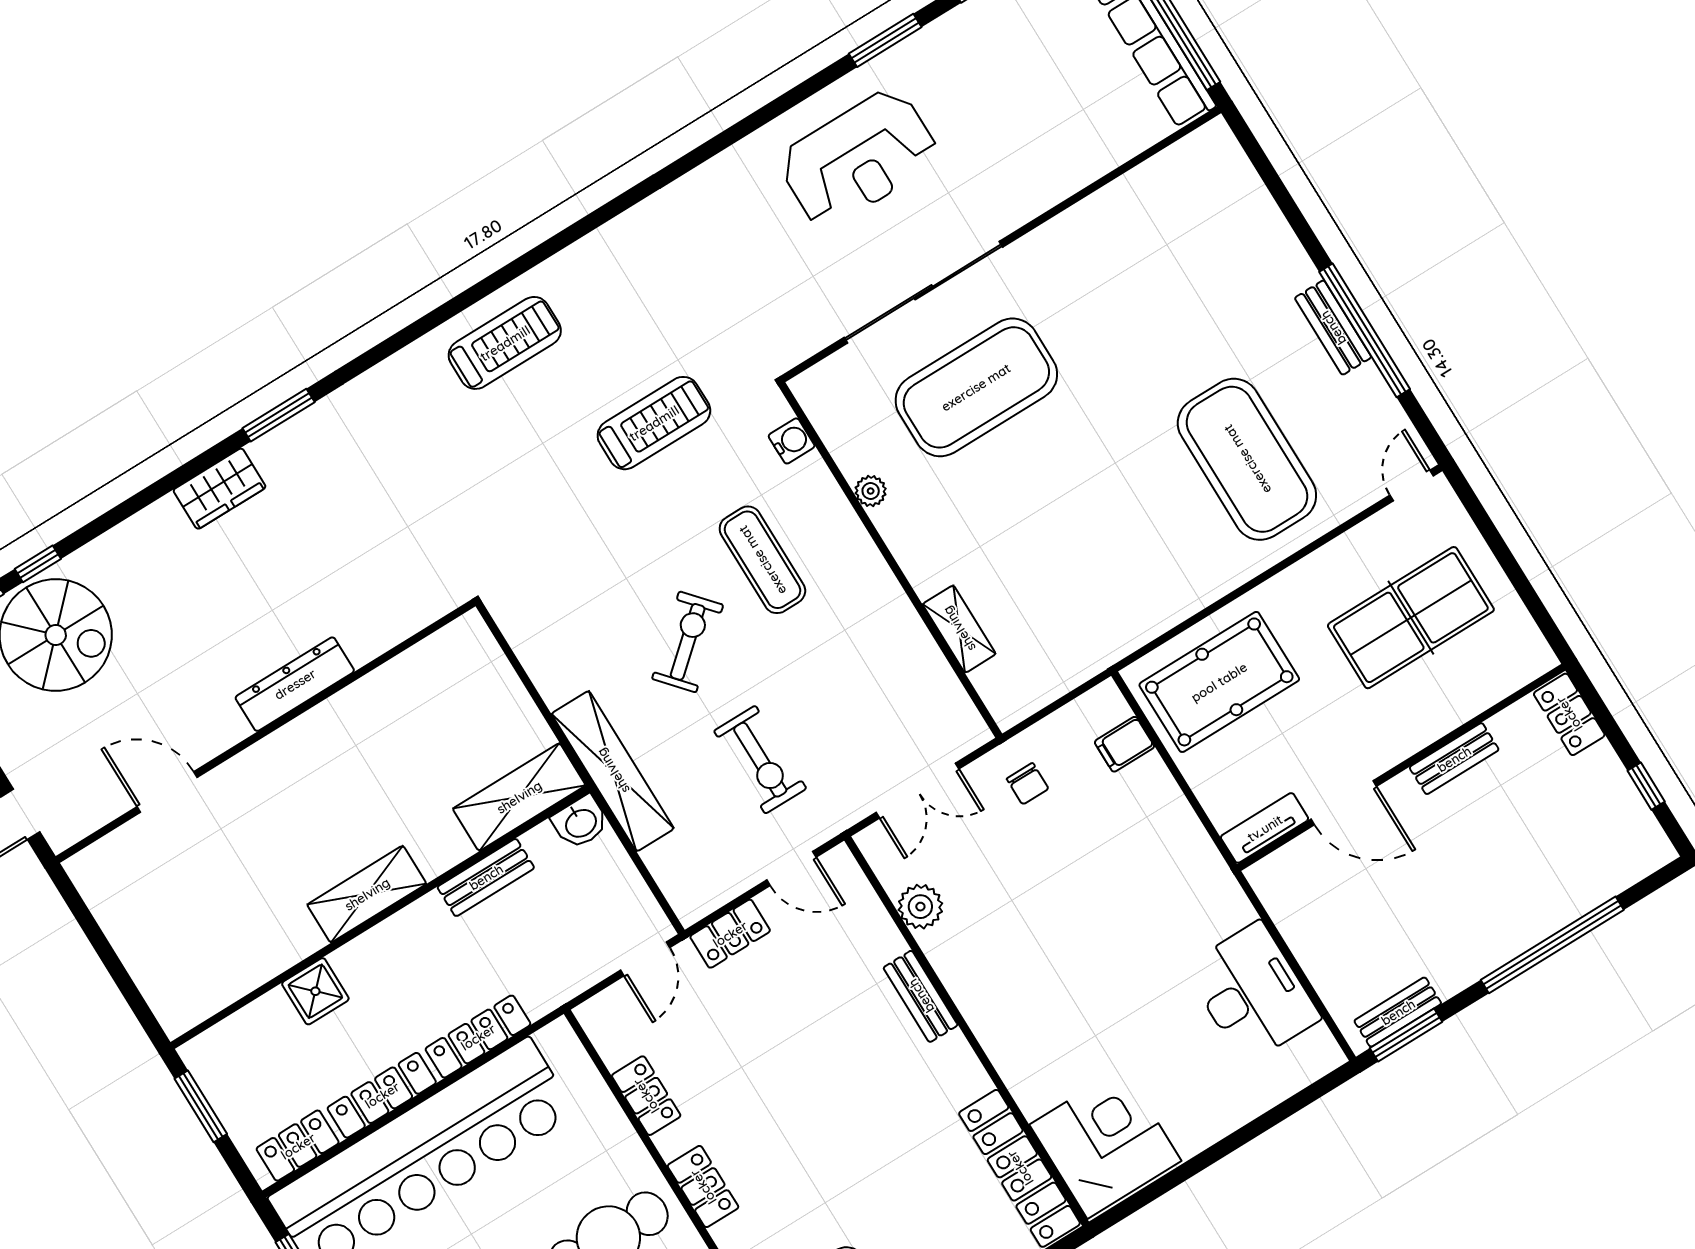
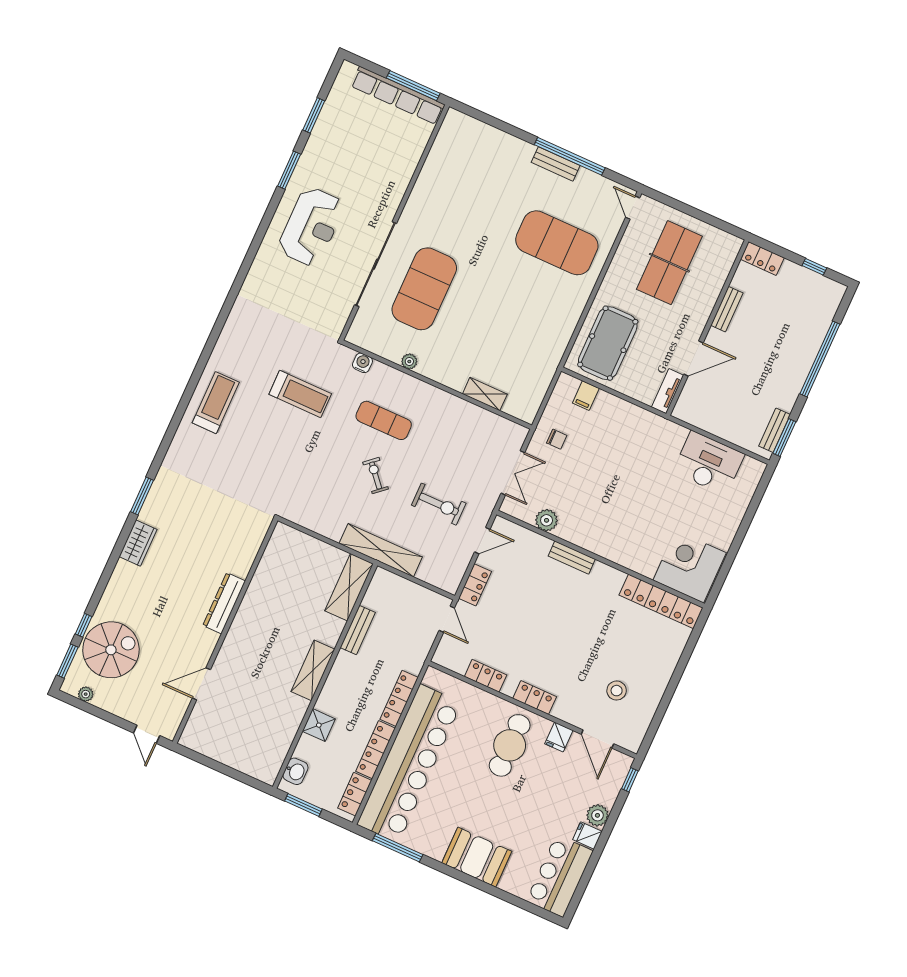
treadmill: (654, 423) -> (300, 394), turned 90
exercise bike: (688, 642) -> (376, 476), width x0.73, depth x0.72
washbasin: (580, 822) -> (295, 771), moved

